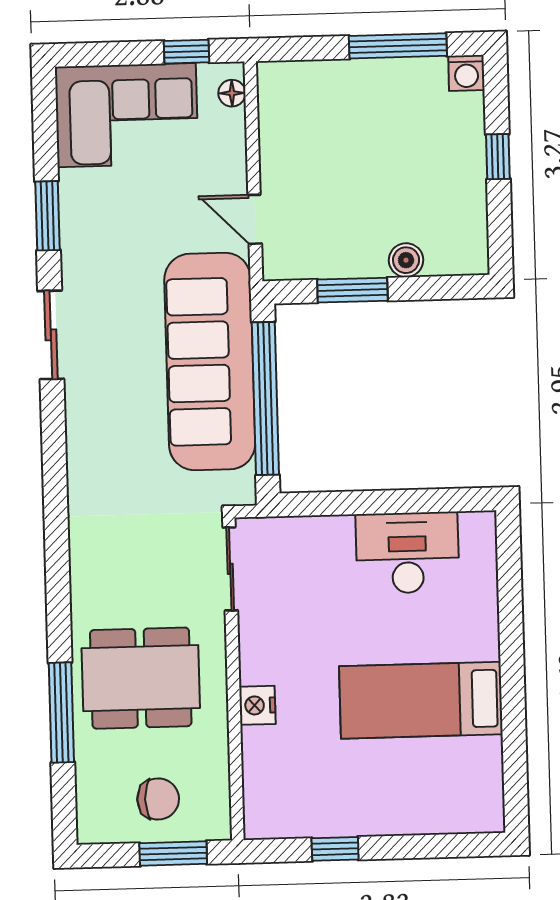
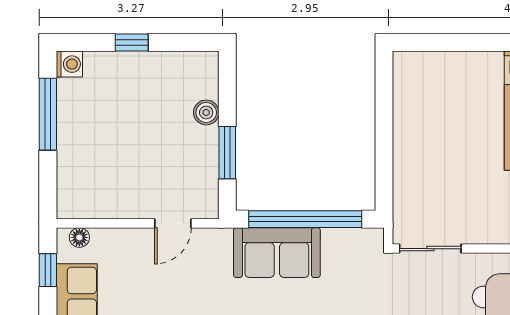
sofa: (210, 362) -> (277, 253), width x0.54, depth x0.79
desk: (407, 553) -> (422, 117), removed

